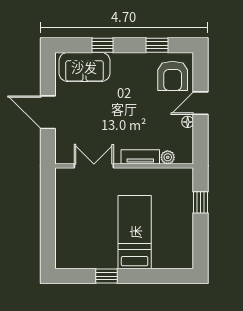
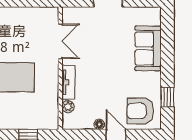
window: (103, 45) -> (167, 49), removed
sofa: (84, 67) -> (148, 48), moved

